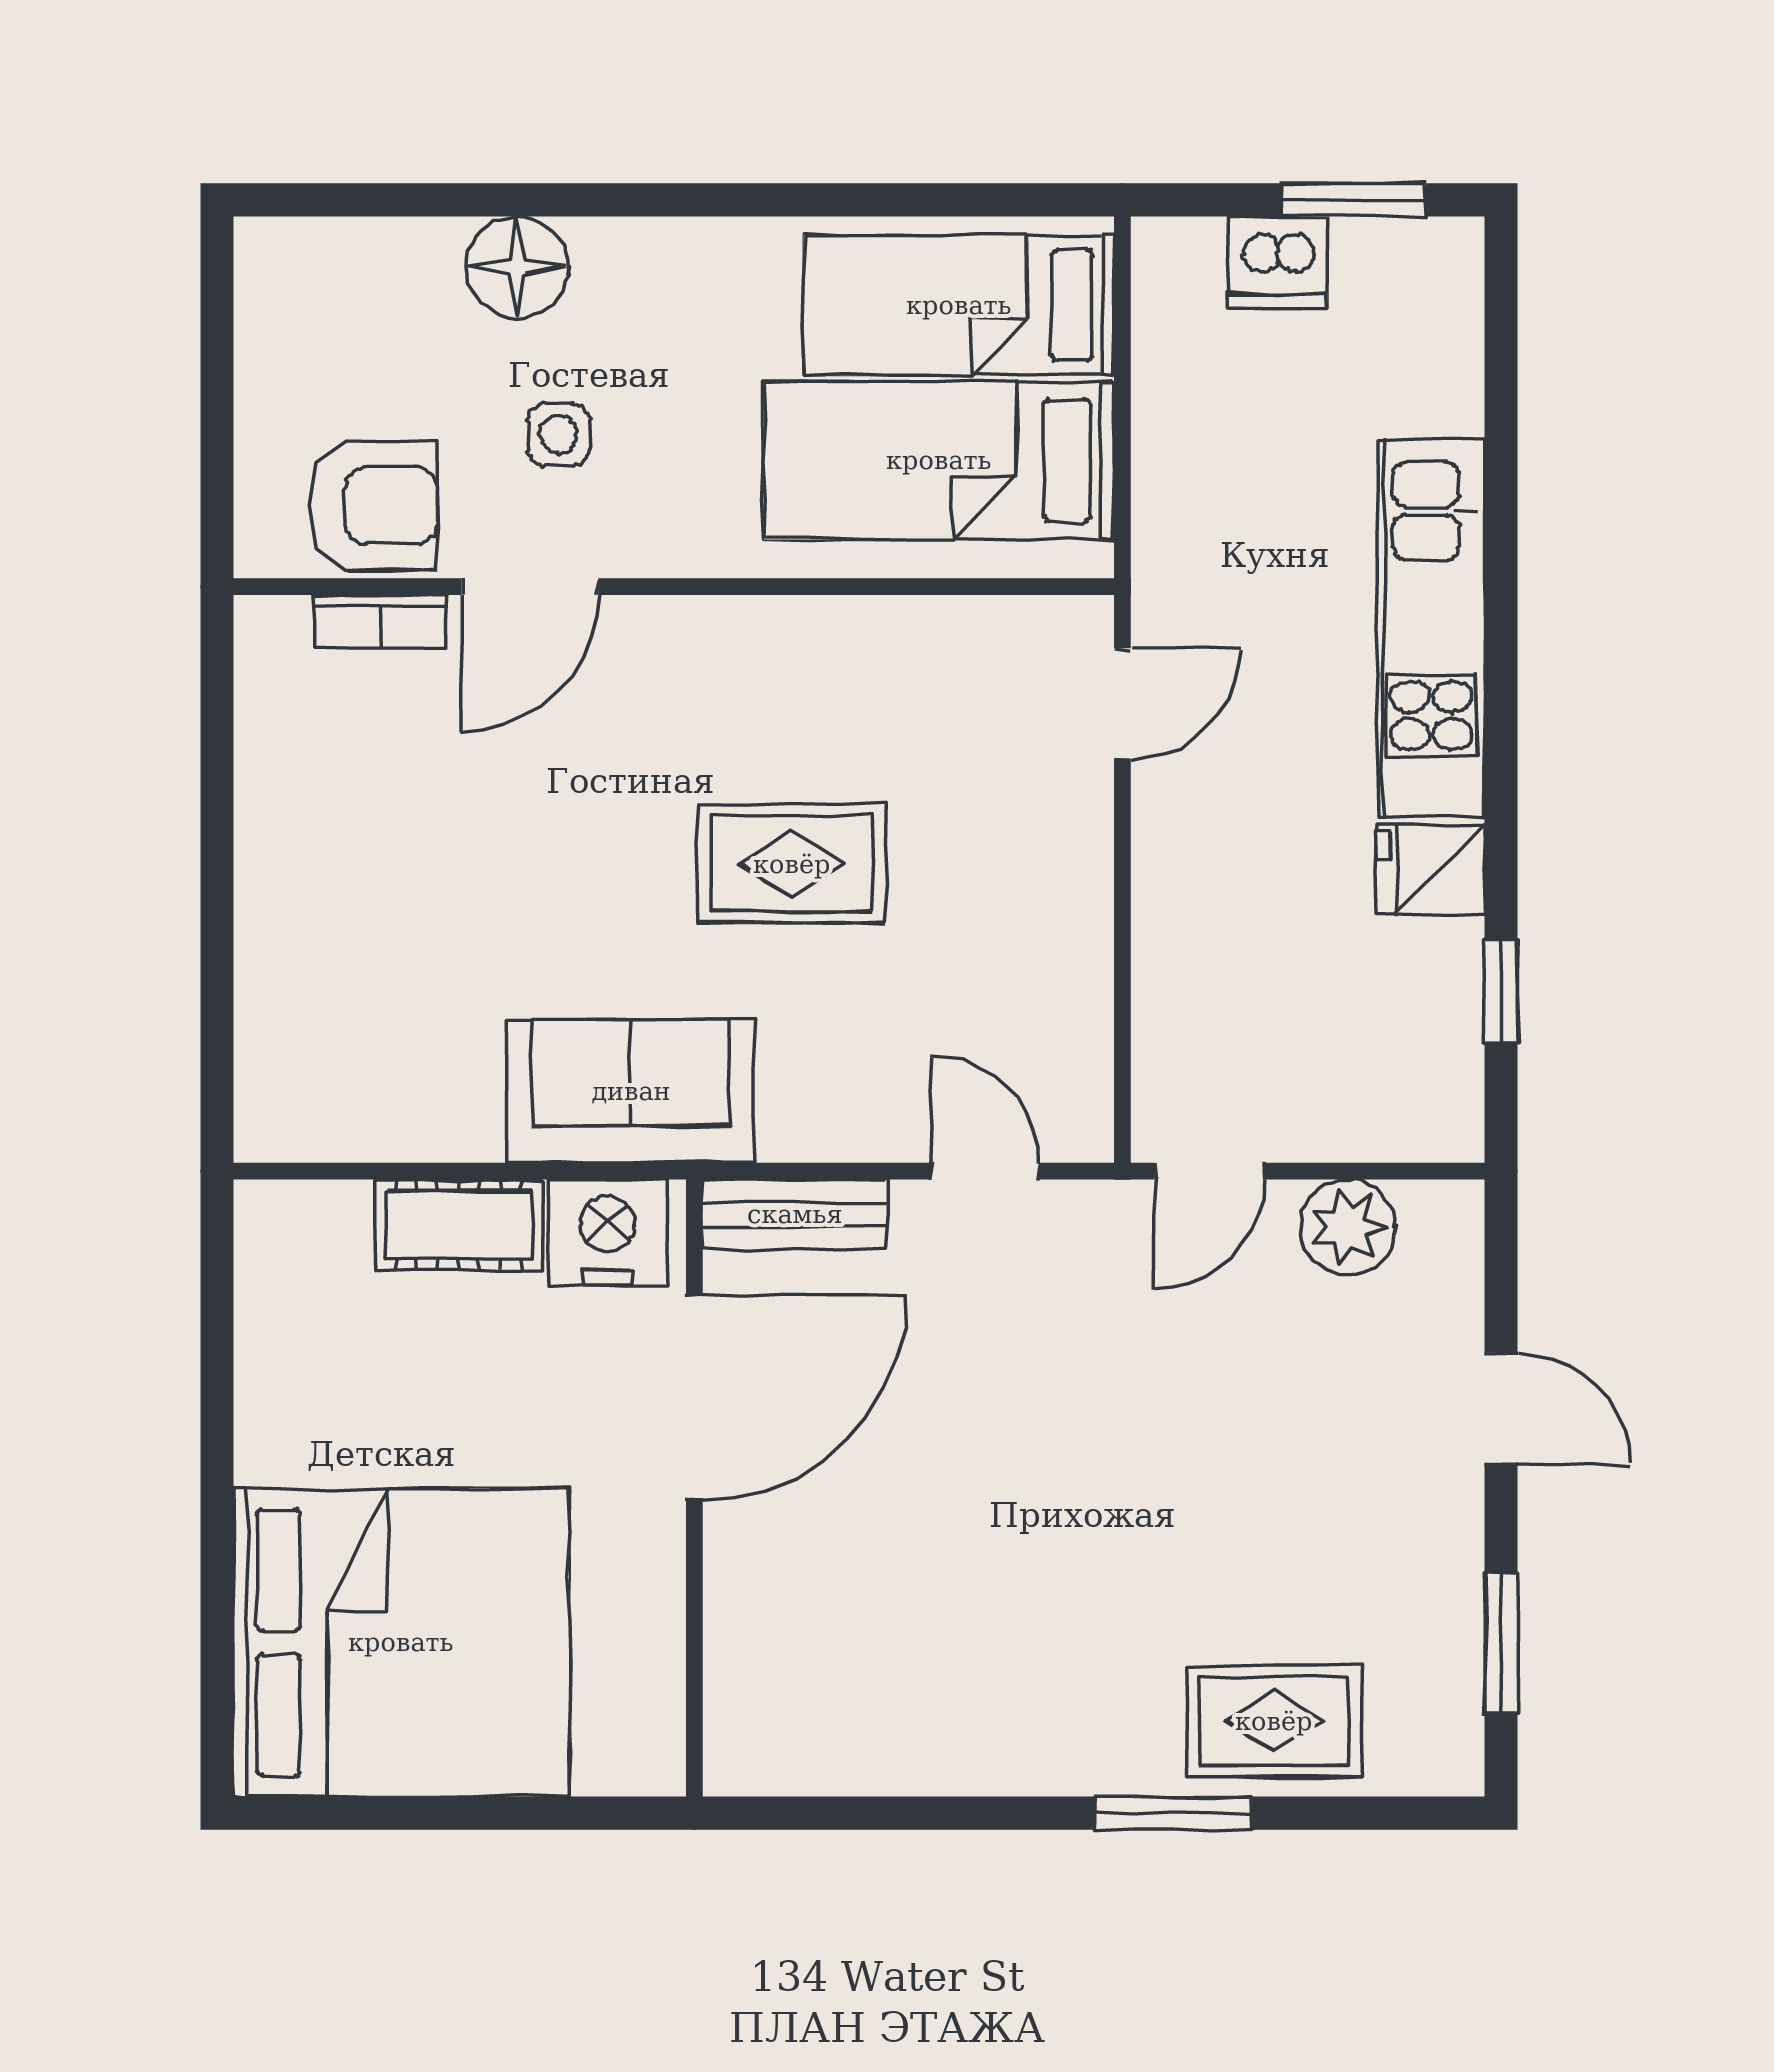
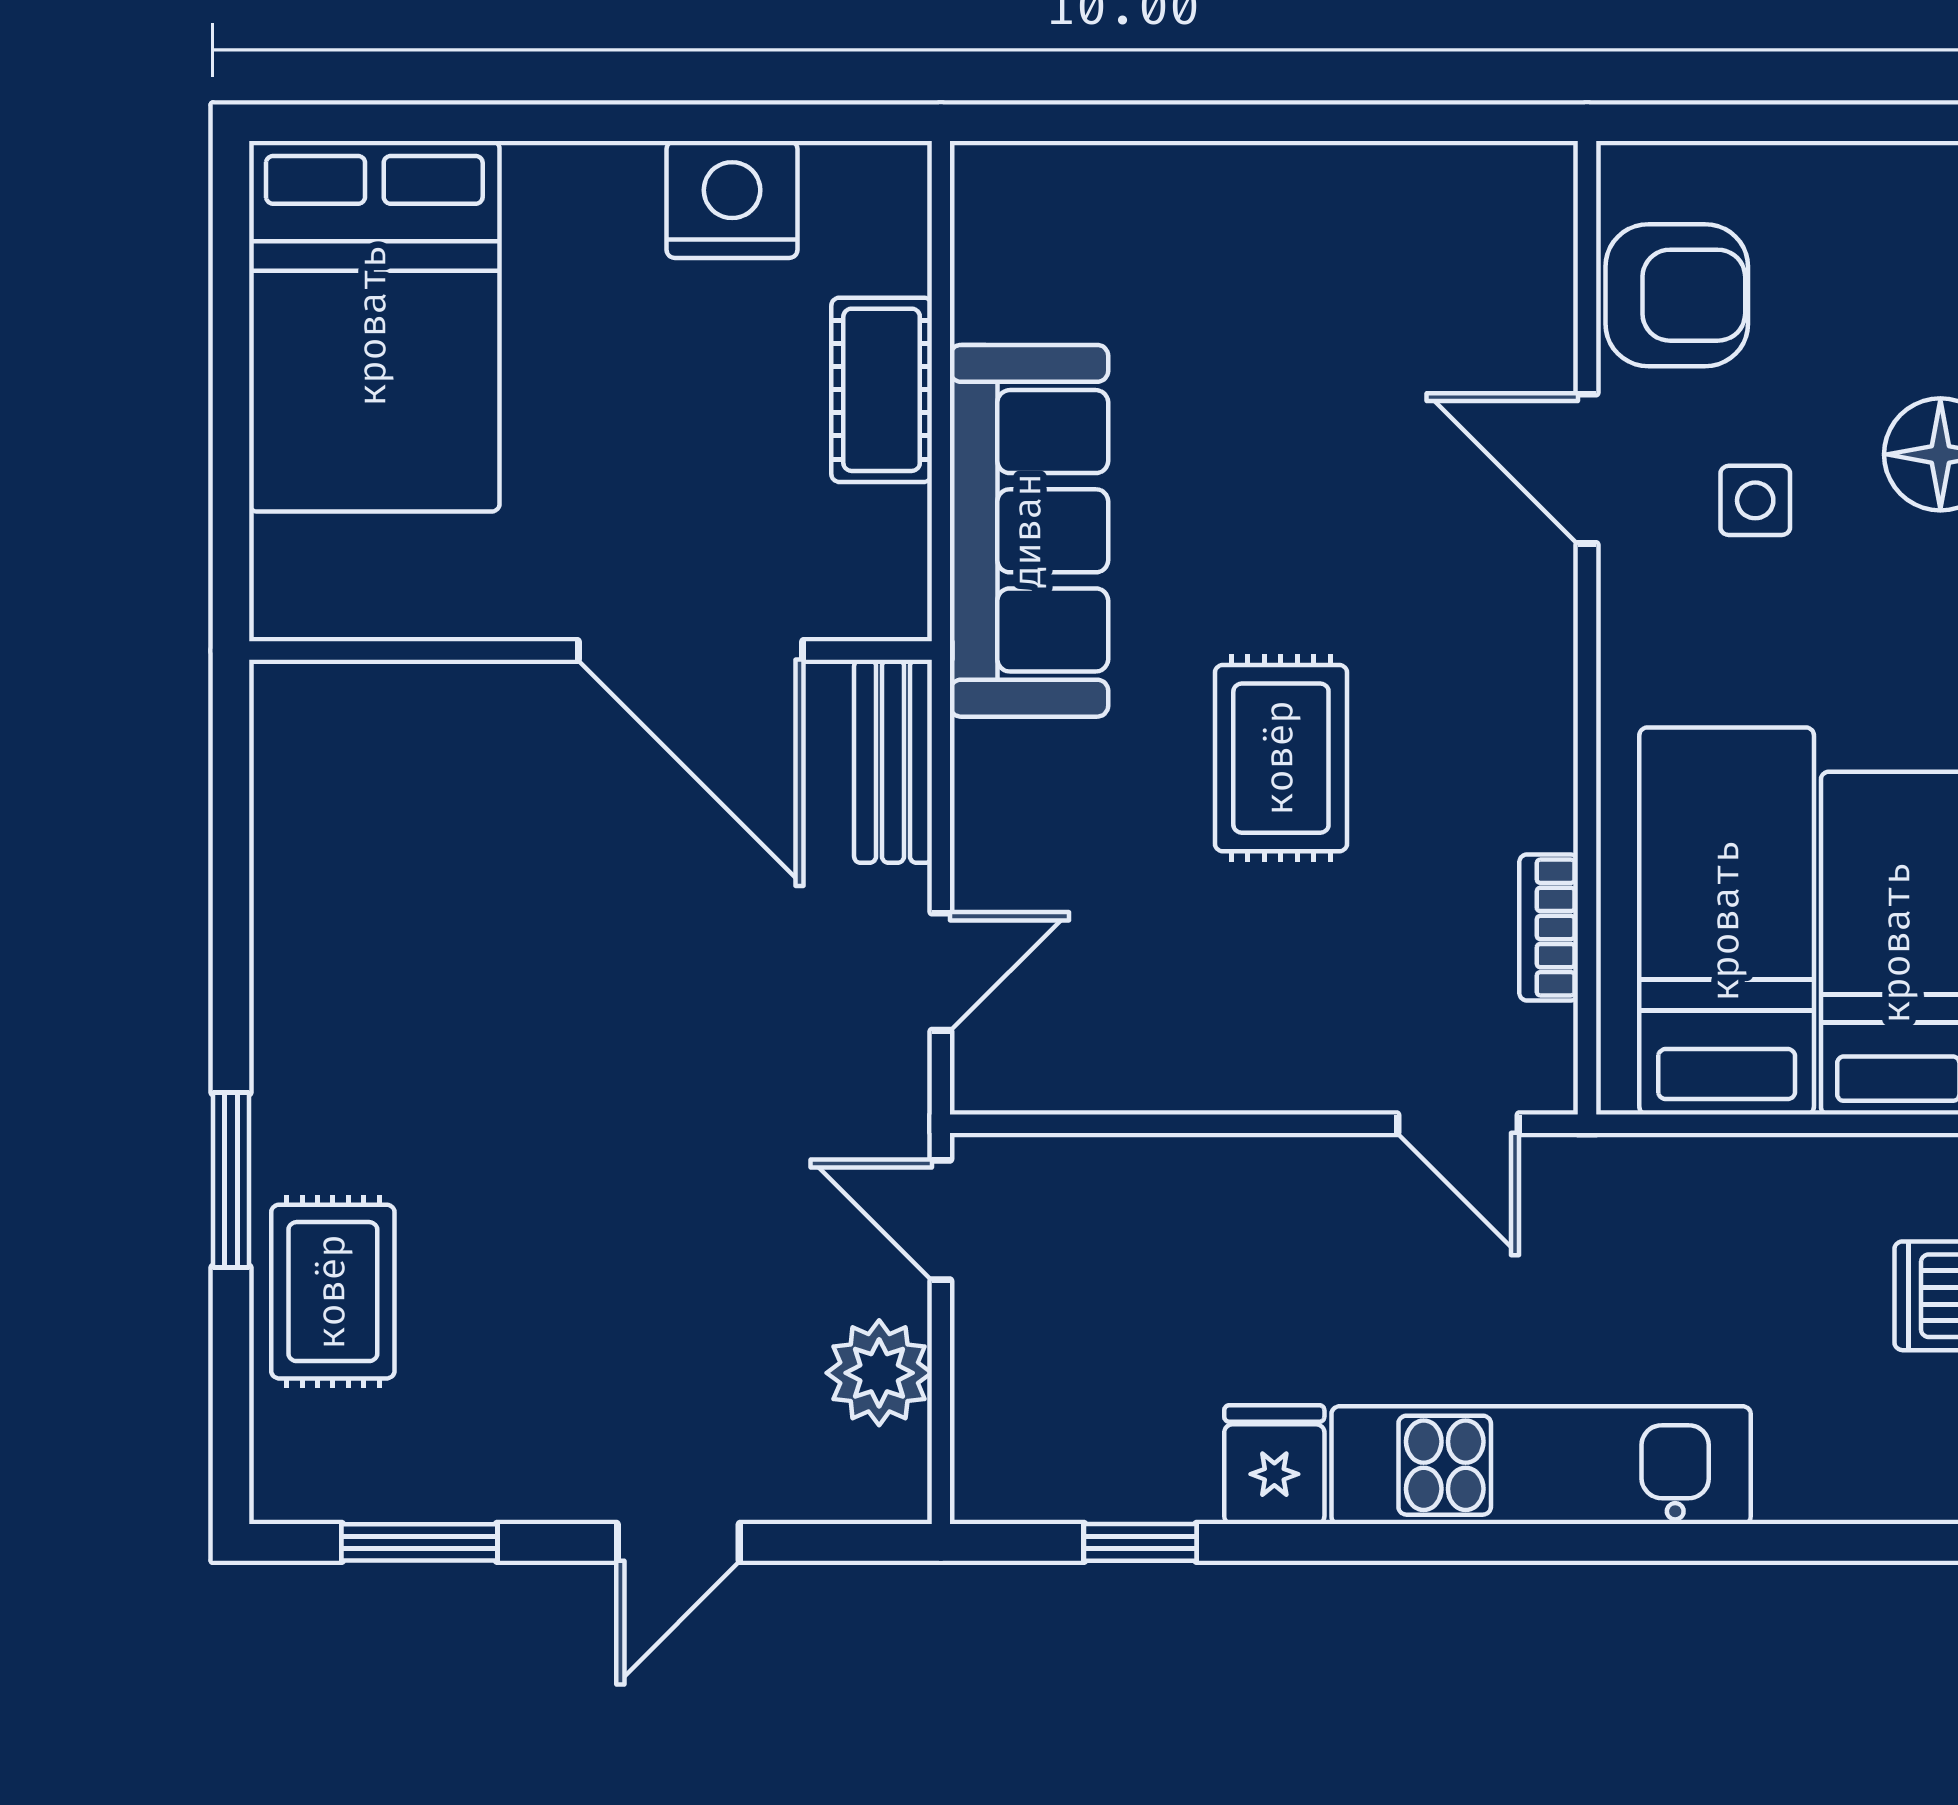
armchair: (373, 506) -> (1677, 295), turned -90
bookcase: (381, 621) -> (1549, 928), moved
sofa: (631, 1091) -> (1029, 531), width x1.36
nightstand: (608, 1232) -> (732, 199), moved, turned -90
bed: (401, 1642) -> (374, 326), width x0.73

